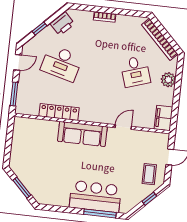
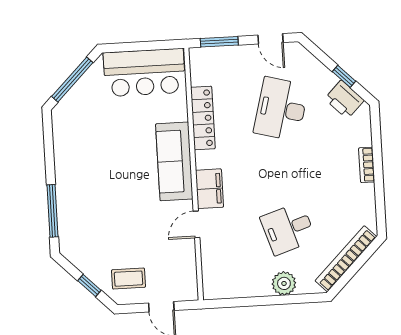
window: (39, 29) -> (344, 76), moved
filing cabinet: (164, 118) -> (209, 189), moved, turned 90
door: (123, 127) -> (196, 224), swing flipped
window: (22, 188) -> (72, 80), width x1.44
bar counter: (95, 197) -> (144, 72), moved, turned 90

